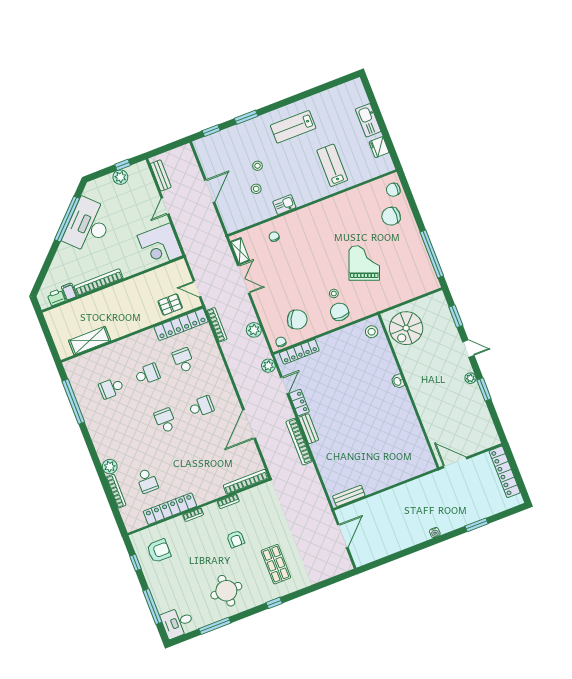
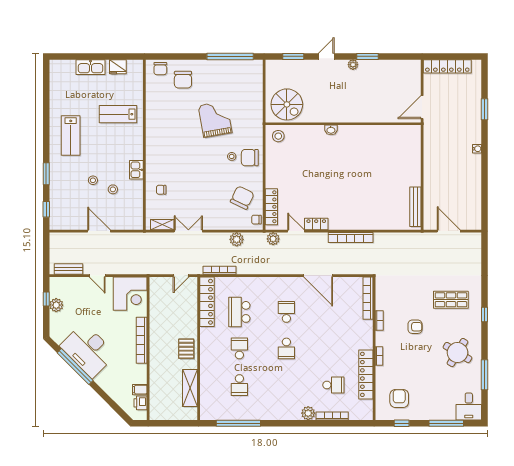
grand piano: (364, 263) -> (215, 119), turned 59
bookcase: (99, 282) -> (142, 340), moved
pallet: (170, 305) -> (186, 349), moved
school desk: (183, 360) -> (239, 312), width x1.85
school desk: (165, 420) -> (286, 348), turned -90
bench: (309, 429) -> (342, 225), removed
bench: (349, 496) -> (415, 207), width x1.36
round table: (226, 591) -> (457, 353), turned 31

